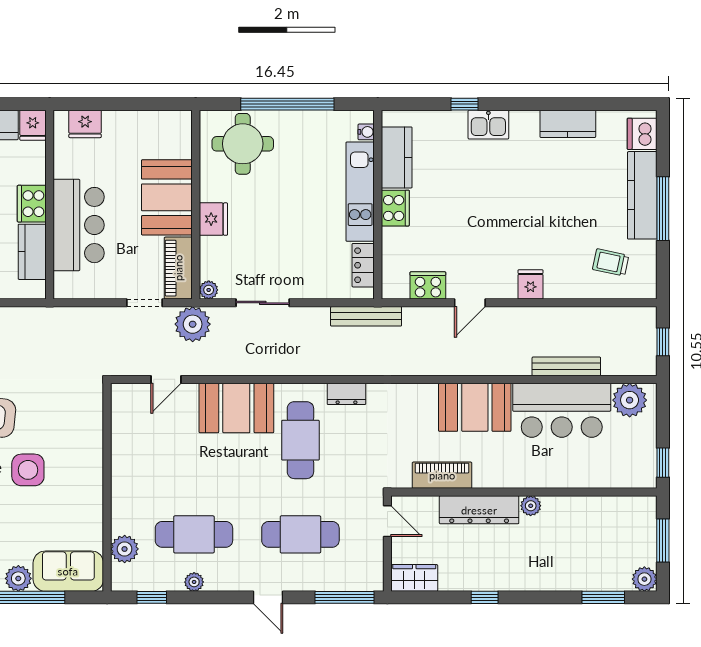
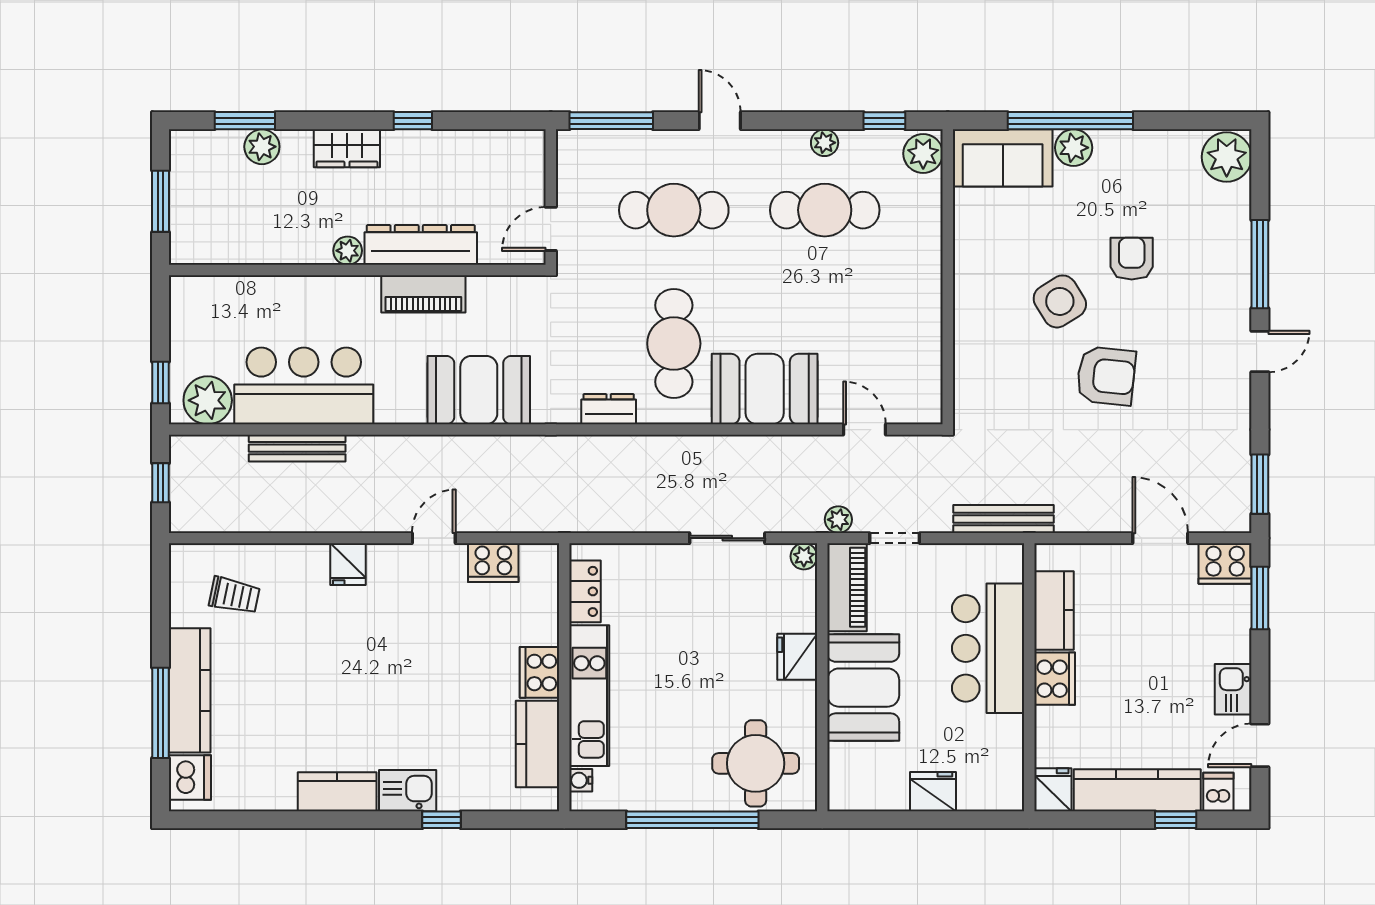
fridge: (85, 124) -> (933, 792), moved
kitchen counter: (568, 124) -> (337, 792), moved
window: (663, 209) -> (160, 713), moved
bench: (366, 316) -> (1004, 519), moved
plant: (193, 324) -> (838, 520), width x0.53, depth x0.53
door: (166, 379) -> (864, 430), hinge flipped
booth: (475, 407) -> (479, 390), moved
window: (663, 463) -> (160, 382), moved
side table: (28, 470) -> (1060, 301), turned -32
piano: (442, 475) -> (423, 294), moved
door: (387, 521) -> (551, 229), hinge flipped
plant: (125, 549) -> (923, 154), moved
wardrobe: (414, 578) -> (347, 148), moved
plant: (644, 579) -> (262, 147), moved

